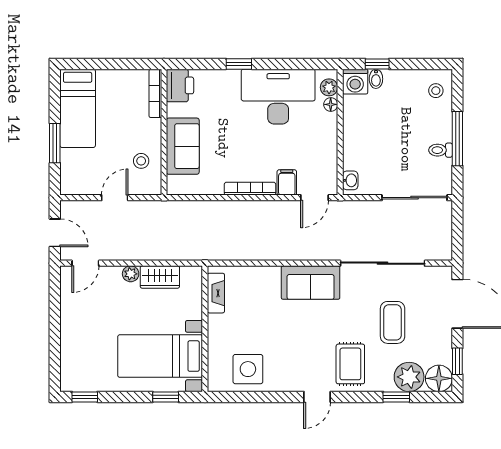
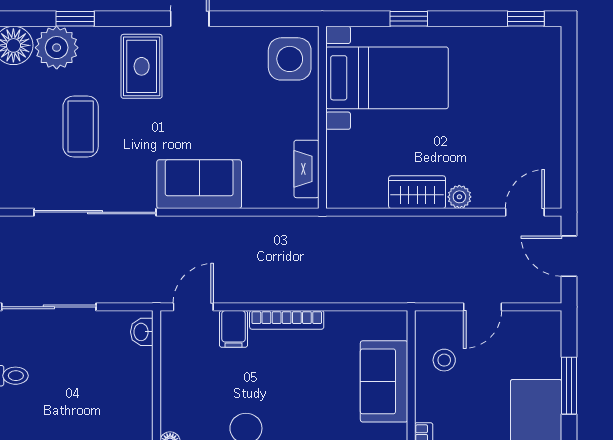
fireplace: (216, 293) -> (306, 169), moved
wall: (205, 329) -> (322, 117), moved
bed with nightstands: (160, 356) -> (387, 78), moved

